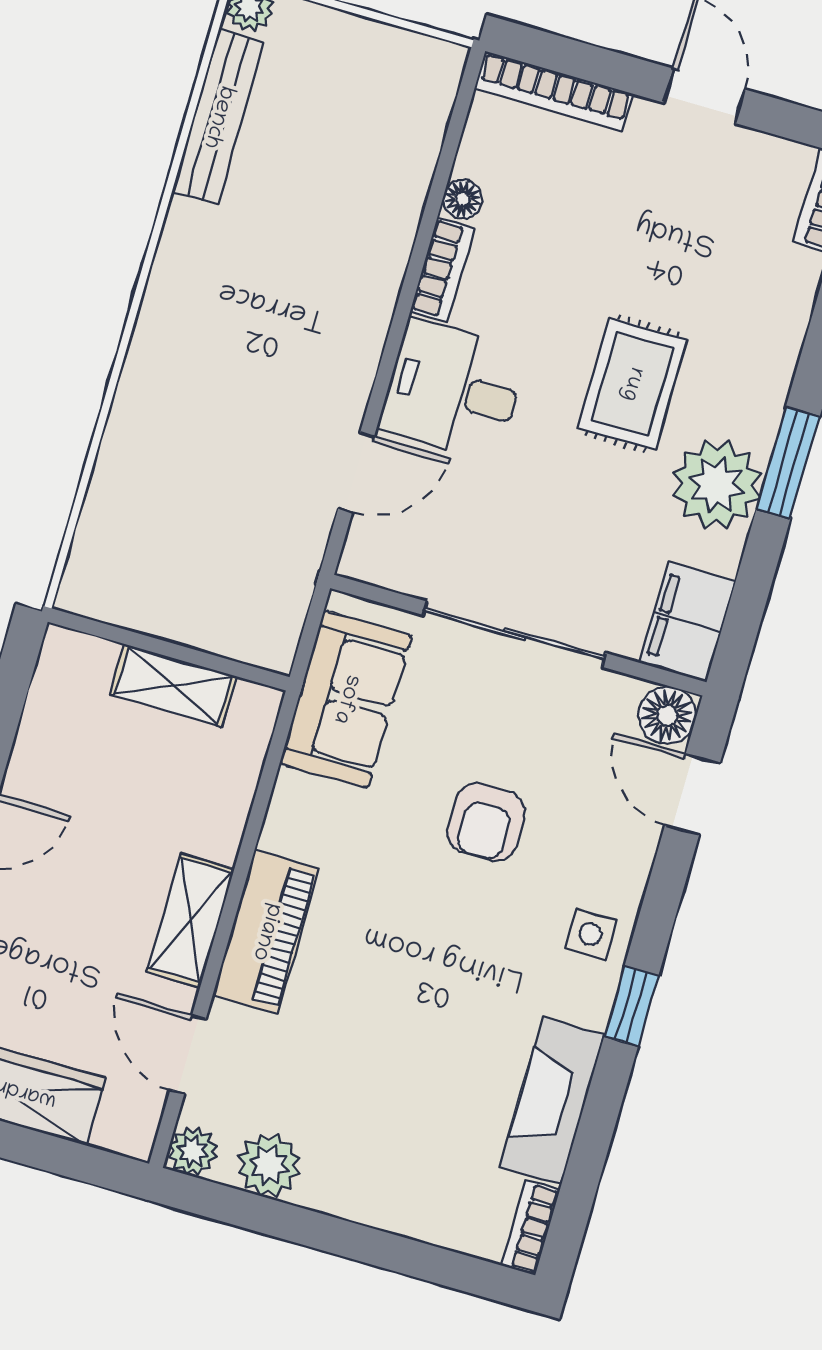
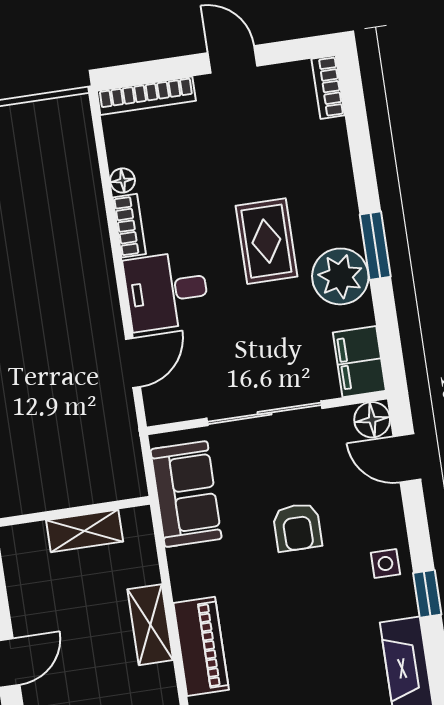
shelving: (191, 920) -> (150, 625), moved

